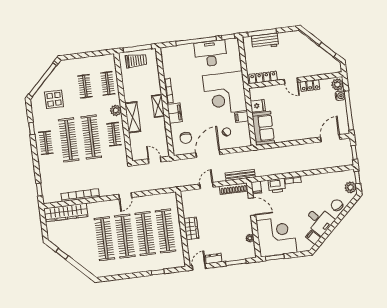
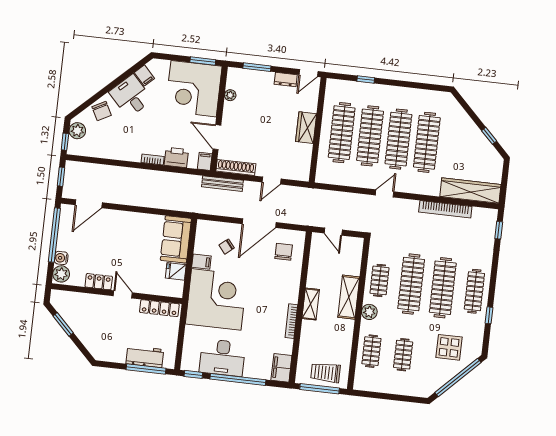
filing cabinet: (175, 113) -> (281, 368), moved
clothes rail: (46, 143) -> (474, 291), width x1.36

